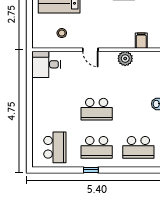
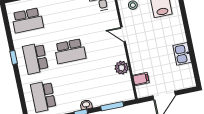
door: (90, 50) -> (123, 34), hinge flipped
school desk: (97, 109) -> (70, 51), turned -90

